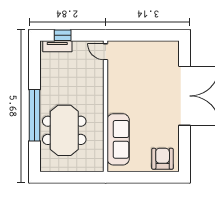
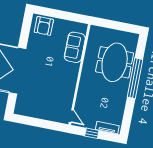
window: (63, 35) -> (92, 133), moved
sofa: (118, 139) -> (75, 47), width x0.73

